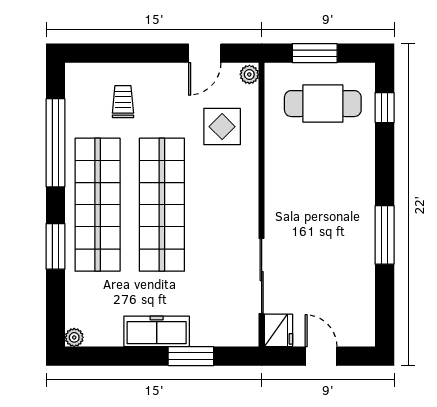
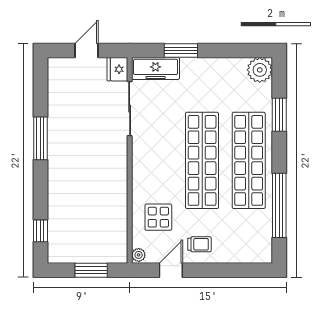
trolley: (123, 102) -> (199, 244), moved, turned -90
cafe table: (323, 104) -> (85, 234), removed
window: (56, 246) -> (279, 115), moved
freezer: (157, 331) -> (156, 68), moved
plant: (74, 337) -> (260, 70), width x1.88, depth x1.88
door: (321, 356) -> (87, 50), swing flipped

